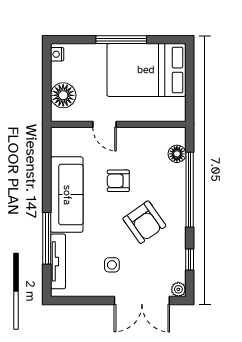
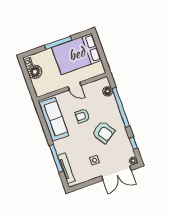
floor lamp: (63, 95) -> (35, 72), moved
door: (104, 124) -> (74, 86), moved
sofa: (67, 195) -> (54, 119), moved

